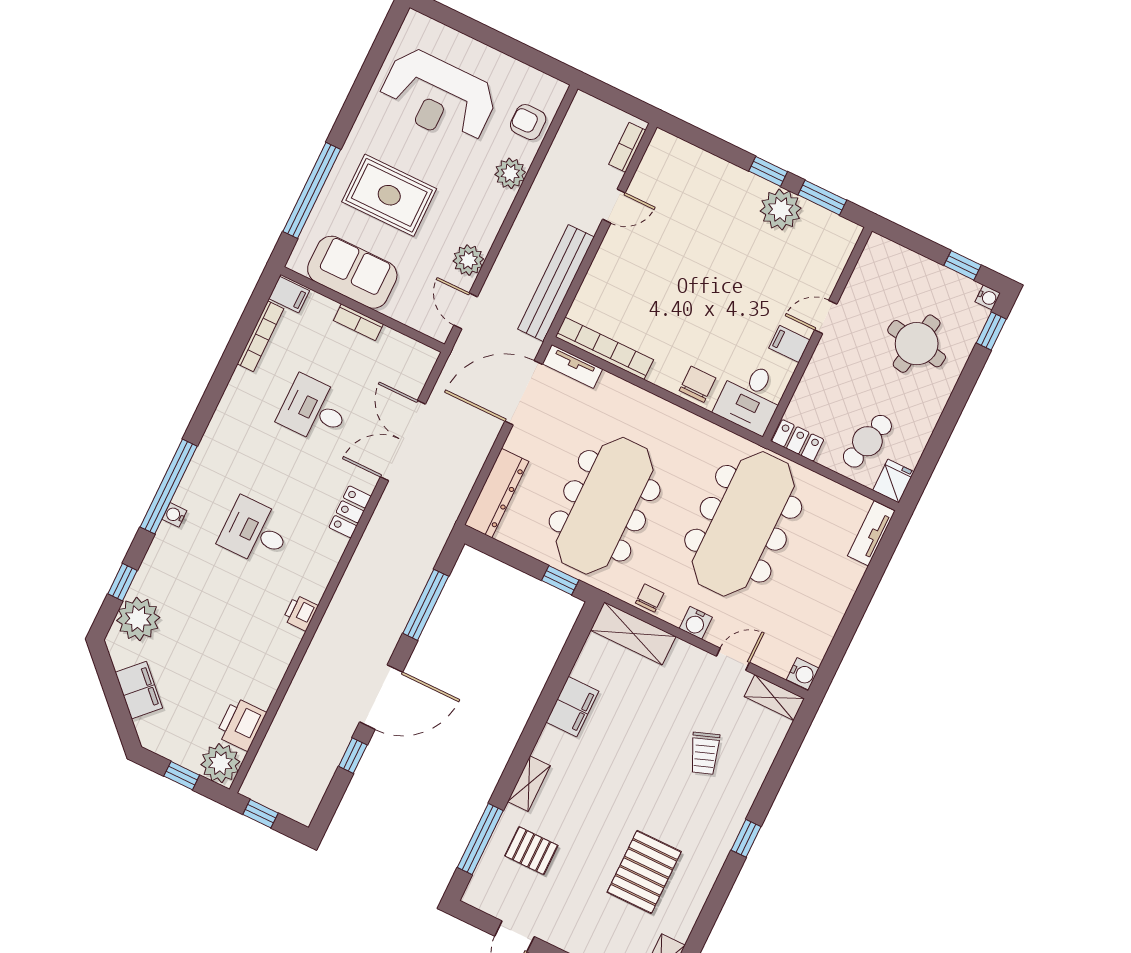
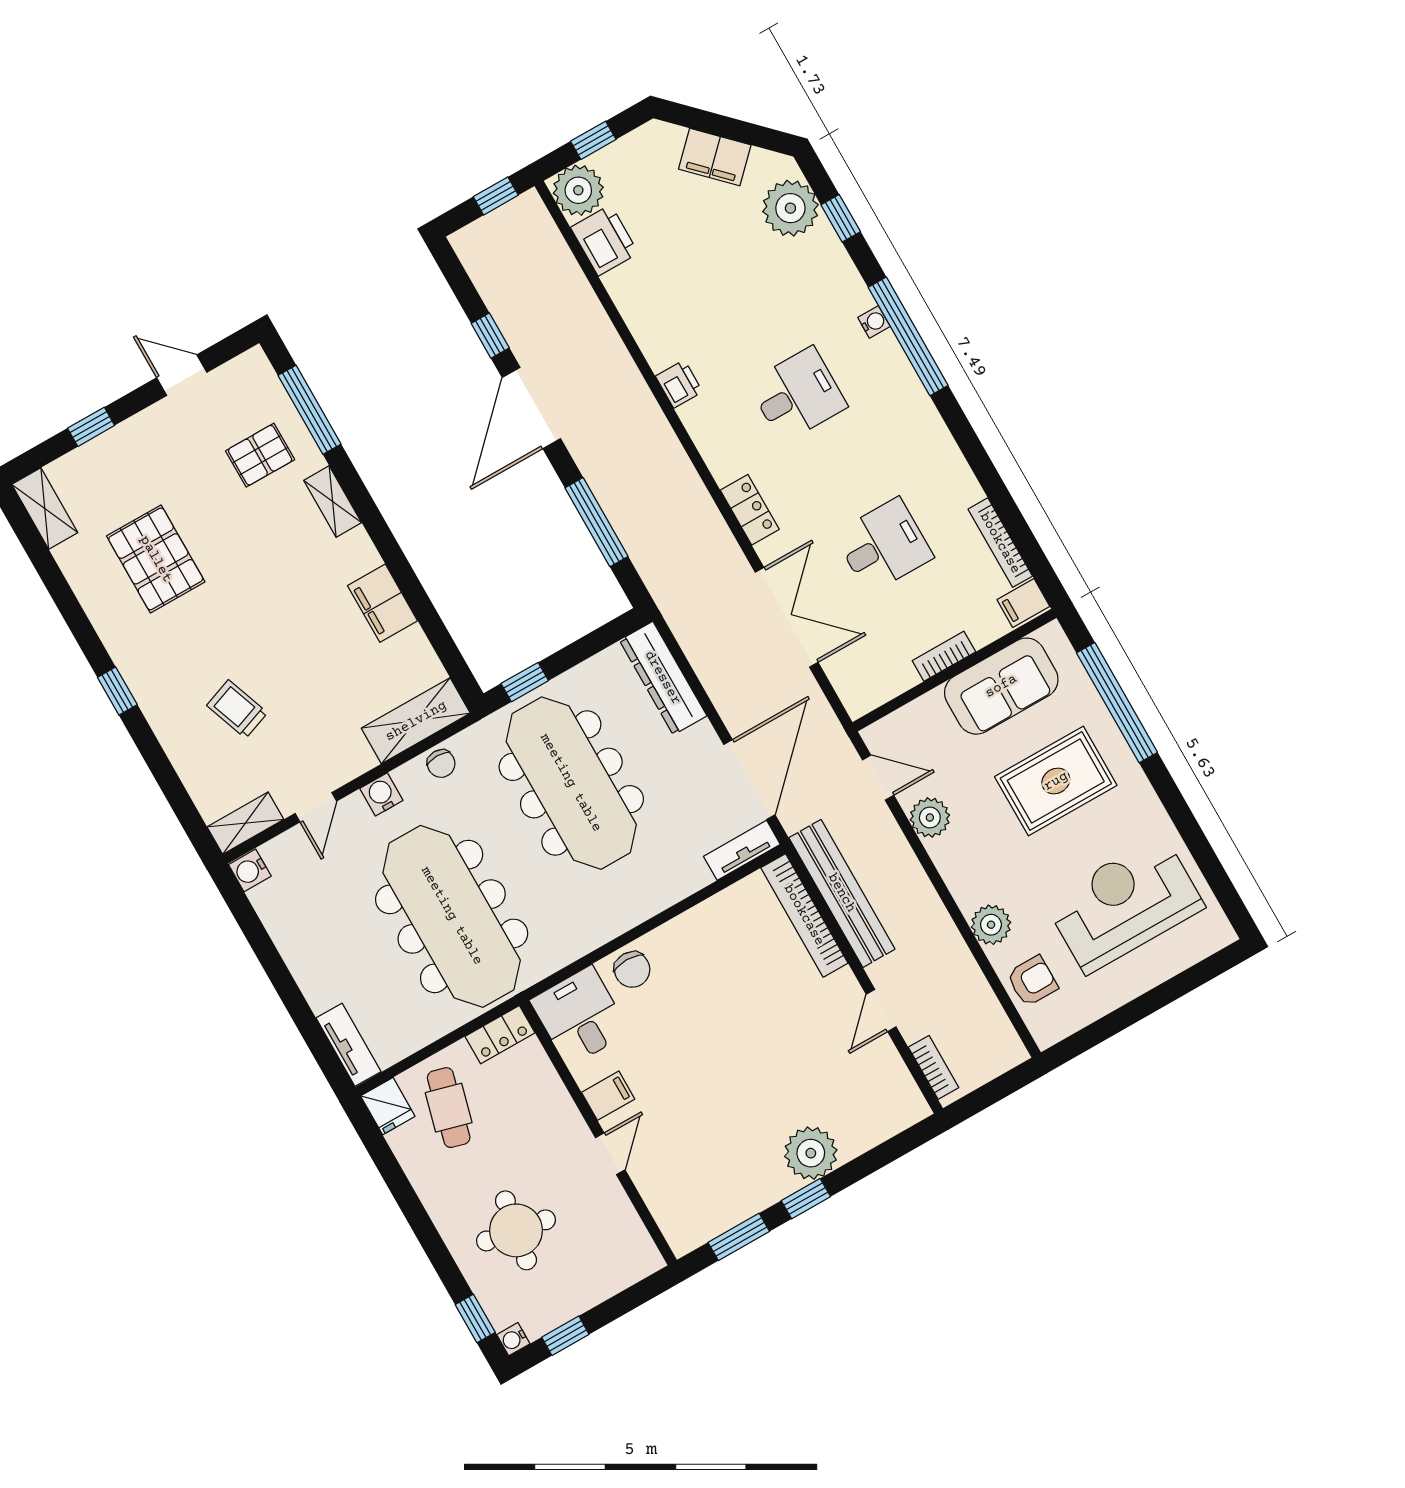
plant: (781, 210) -> (811, 1153), moved
bookcase: (604, 348) -> (804, 915), moved, turned 90

